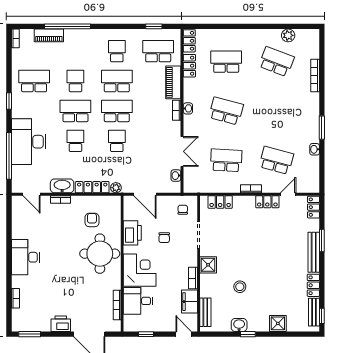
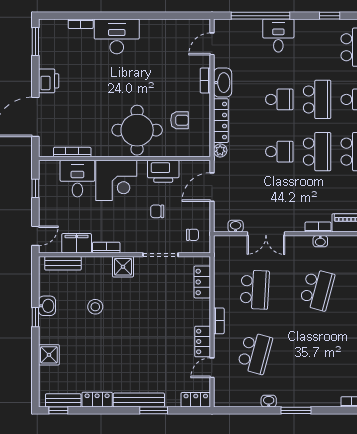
desk: (29, 142) -> (278, 35), width x0.53, depth x0.77
door: (288, 194) -> (212, 368), swing flipped
desk: (26, 257) -> (117, 36), moved

